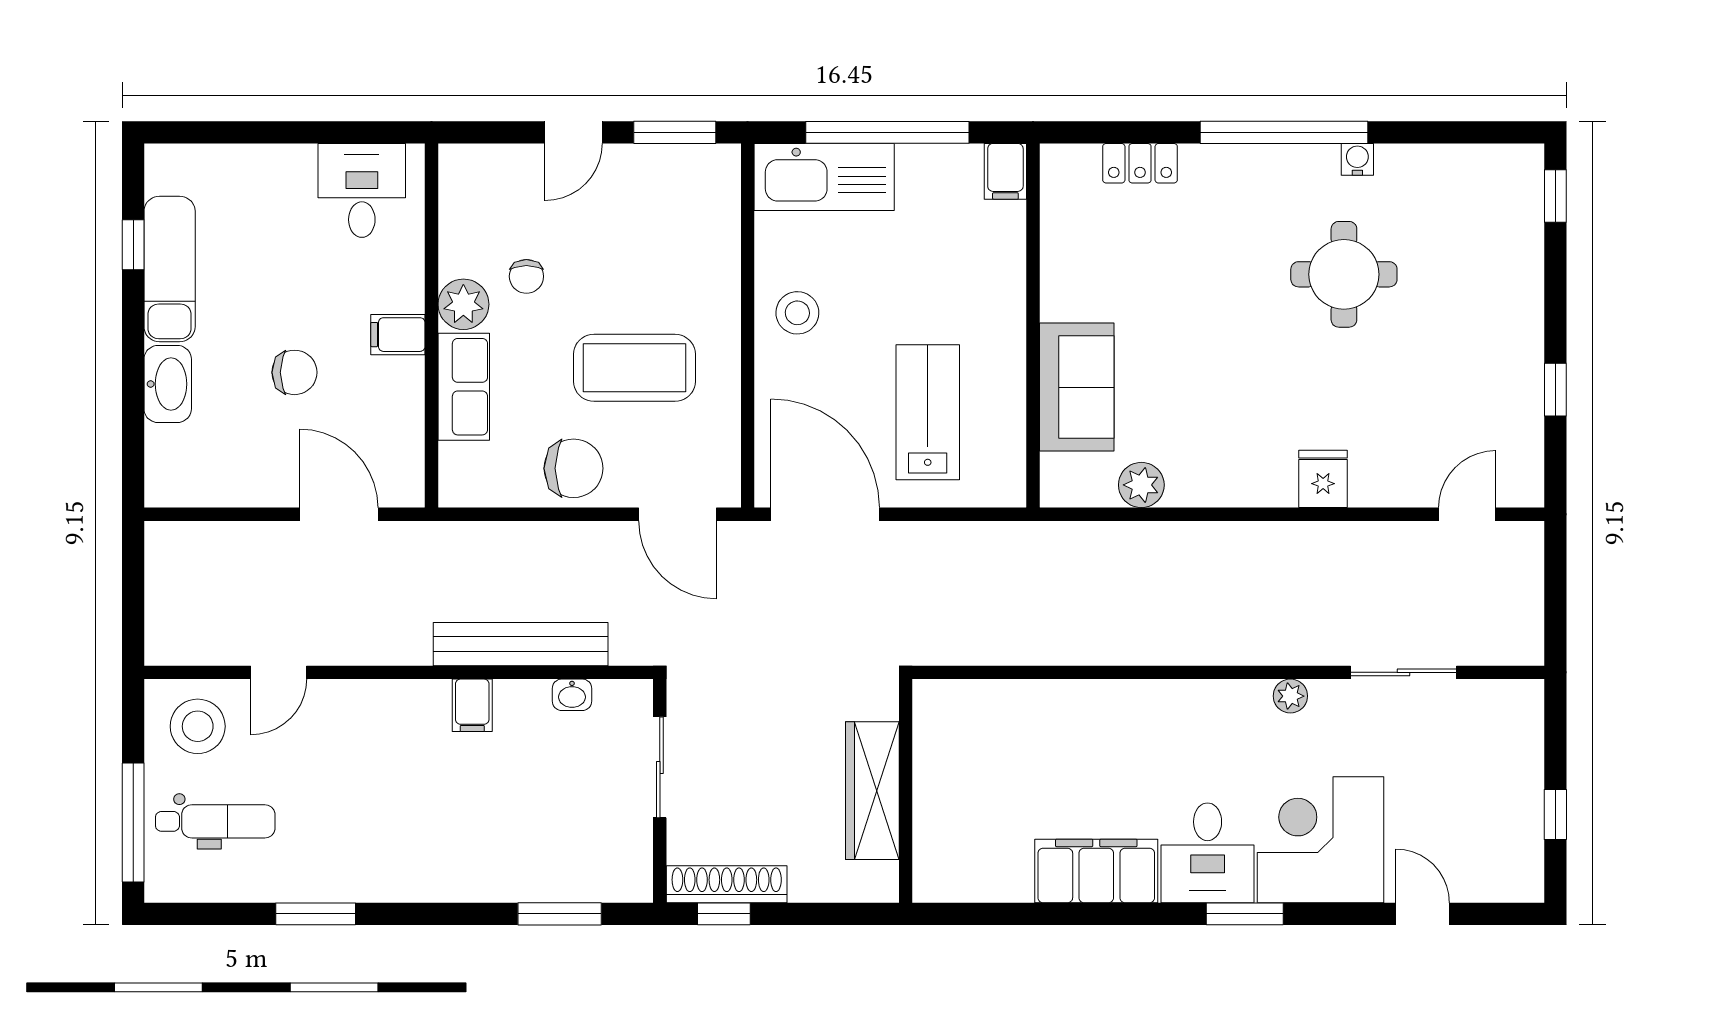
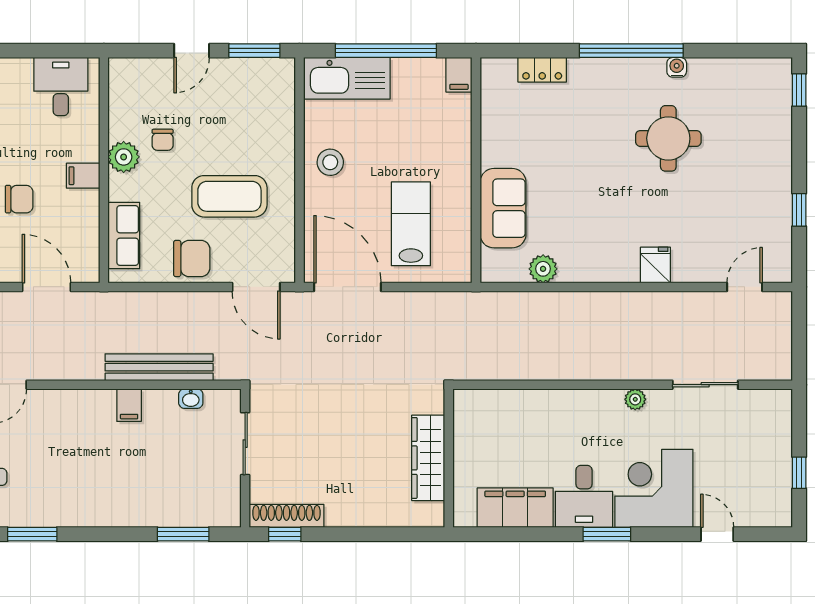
row of seats: (464, 387) -> (124, 235), moved
wardrobe: (872, 791) -> (428, 458), moved
wall: (906, 791) -> (449, 458), moved

